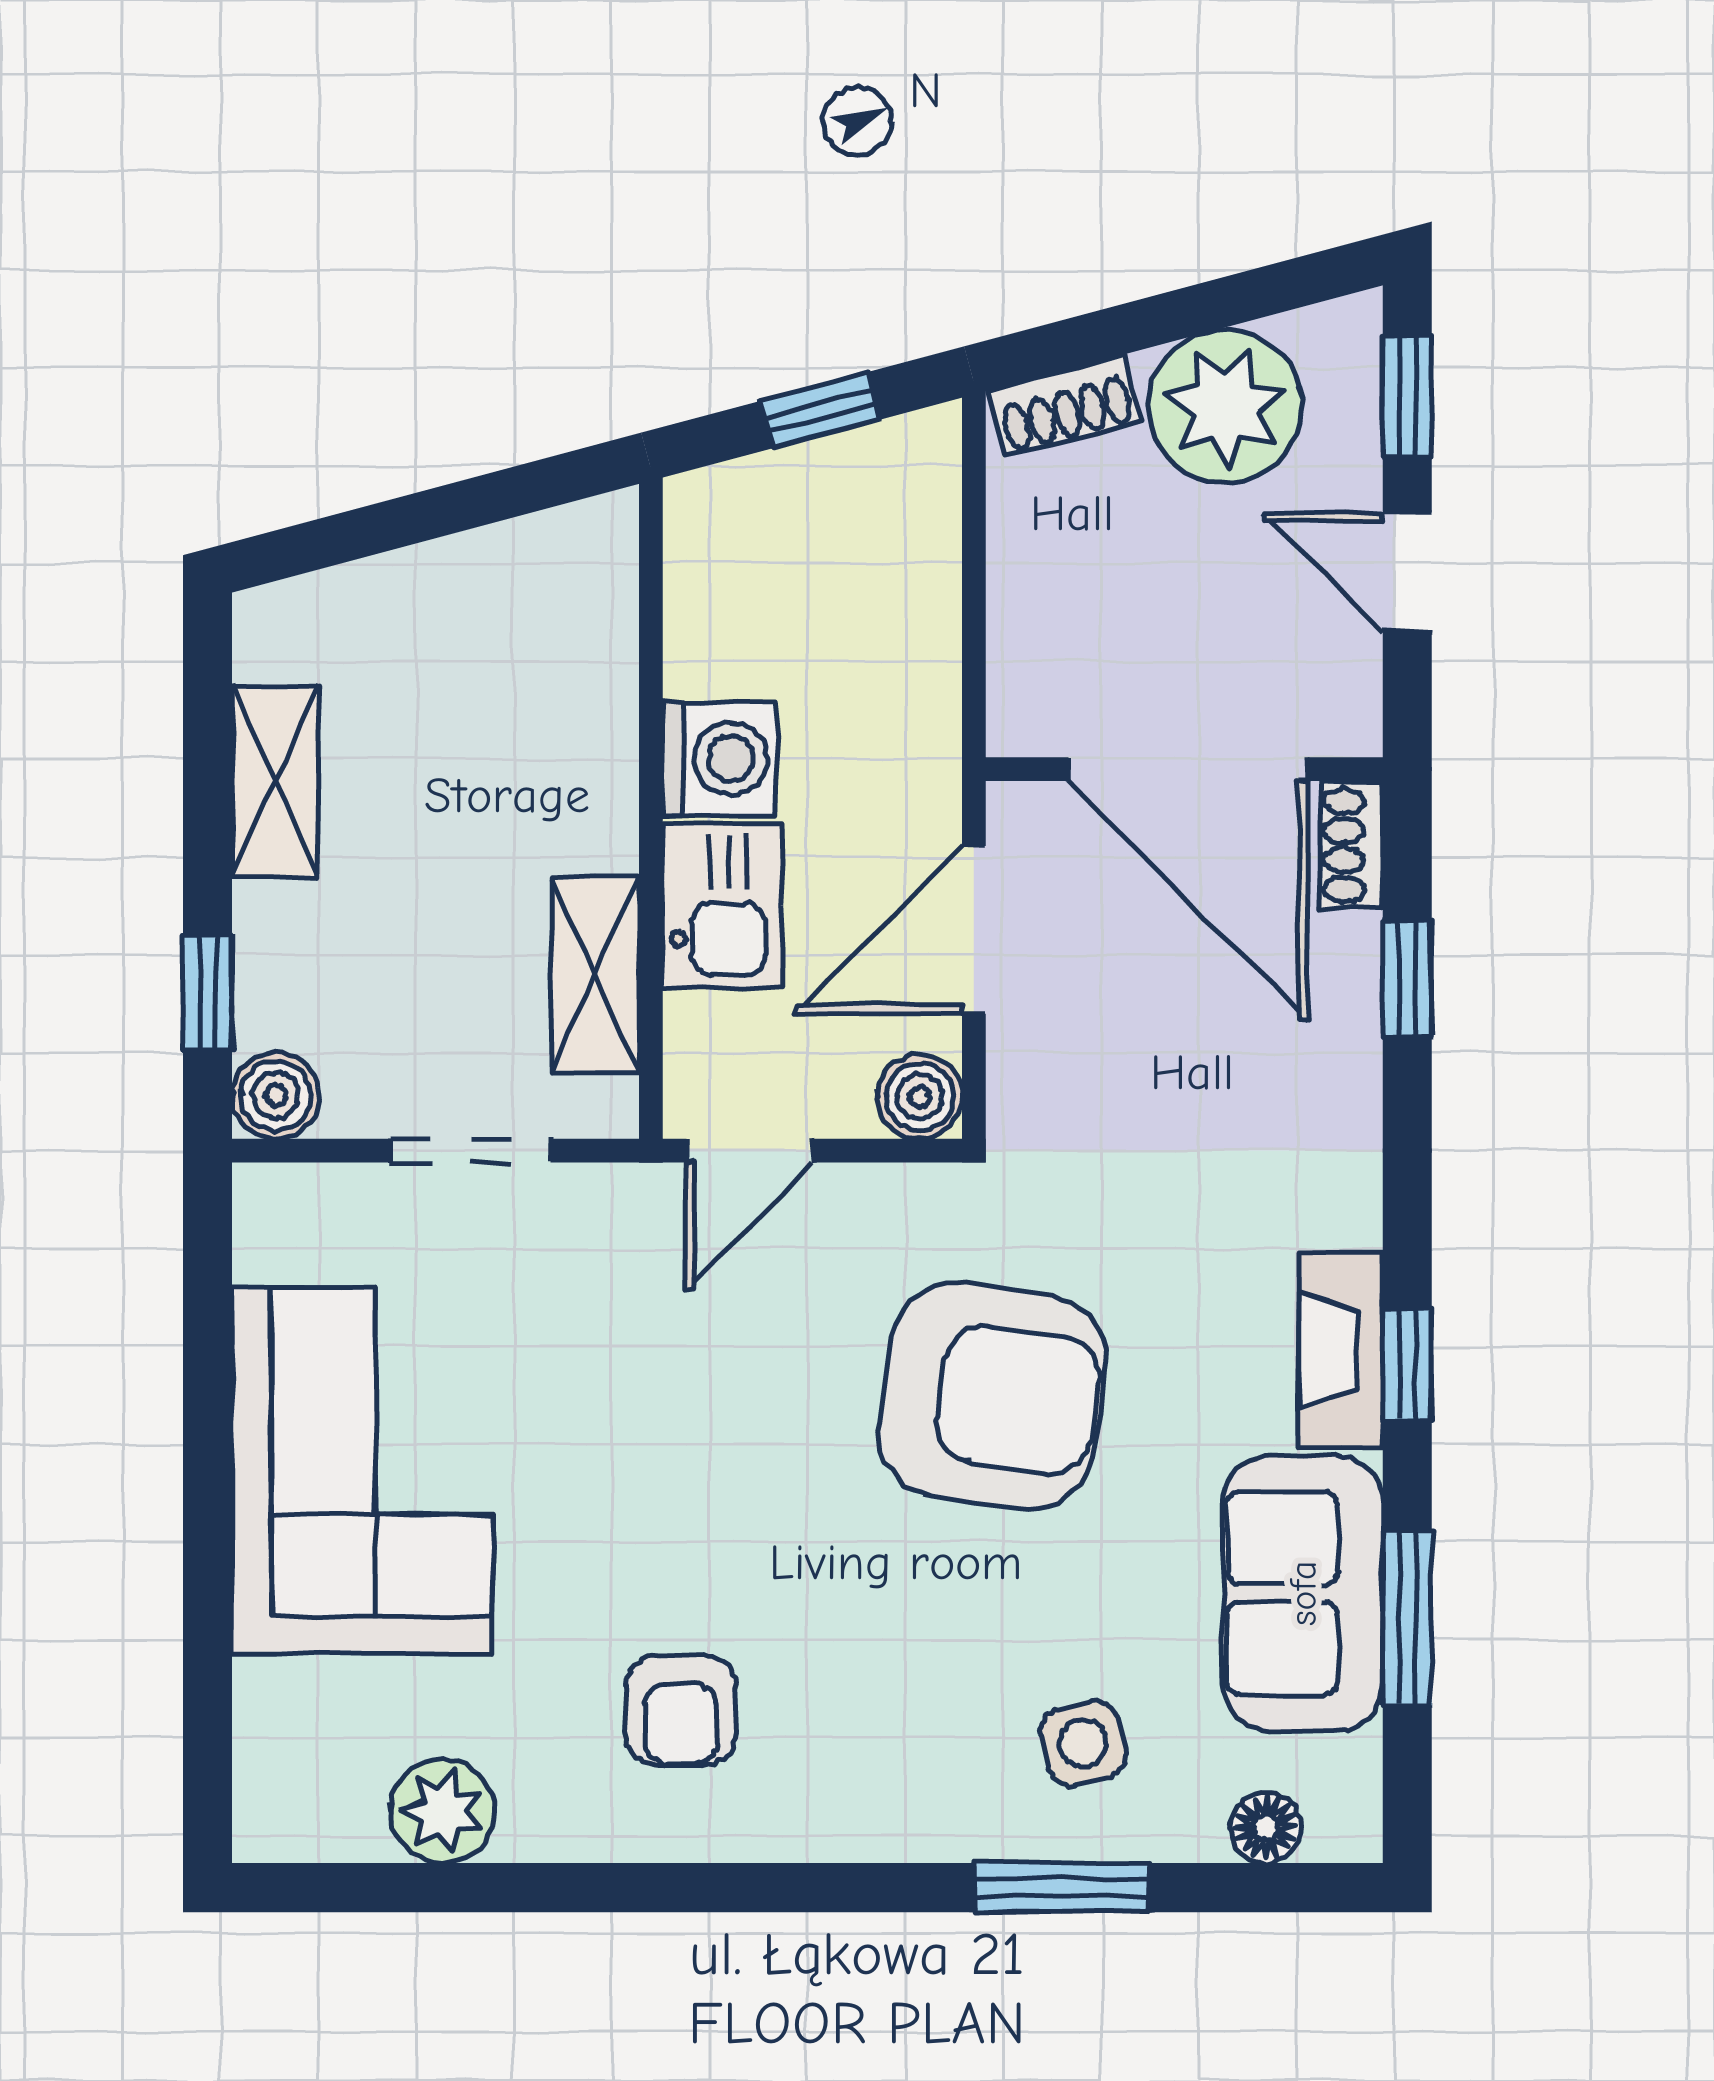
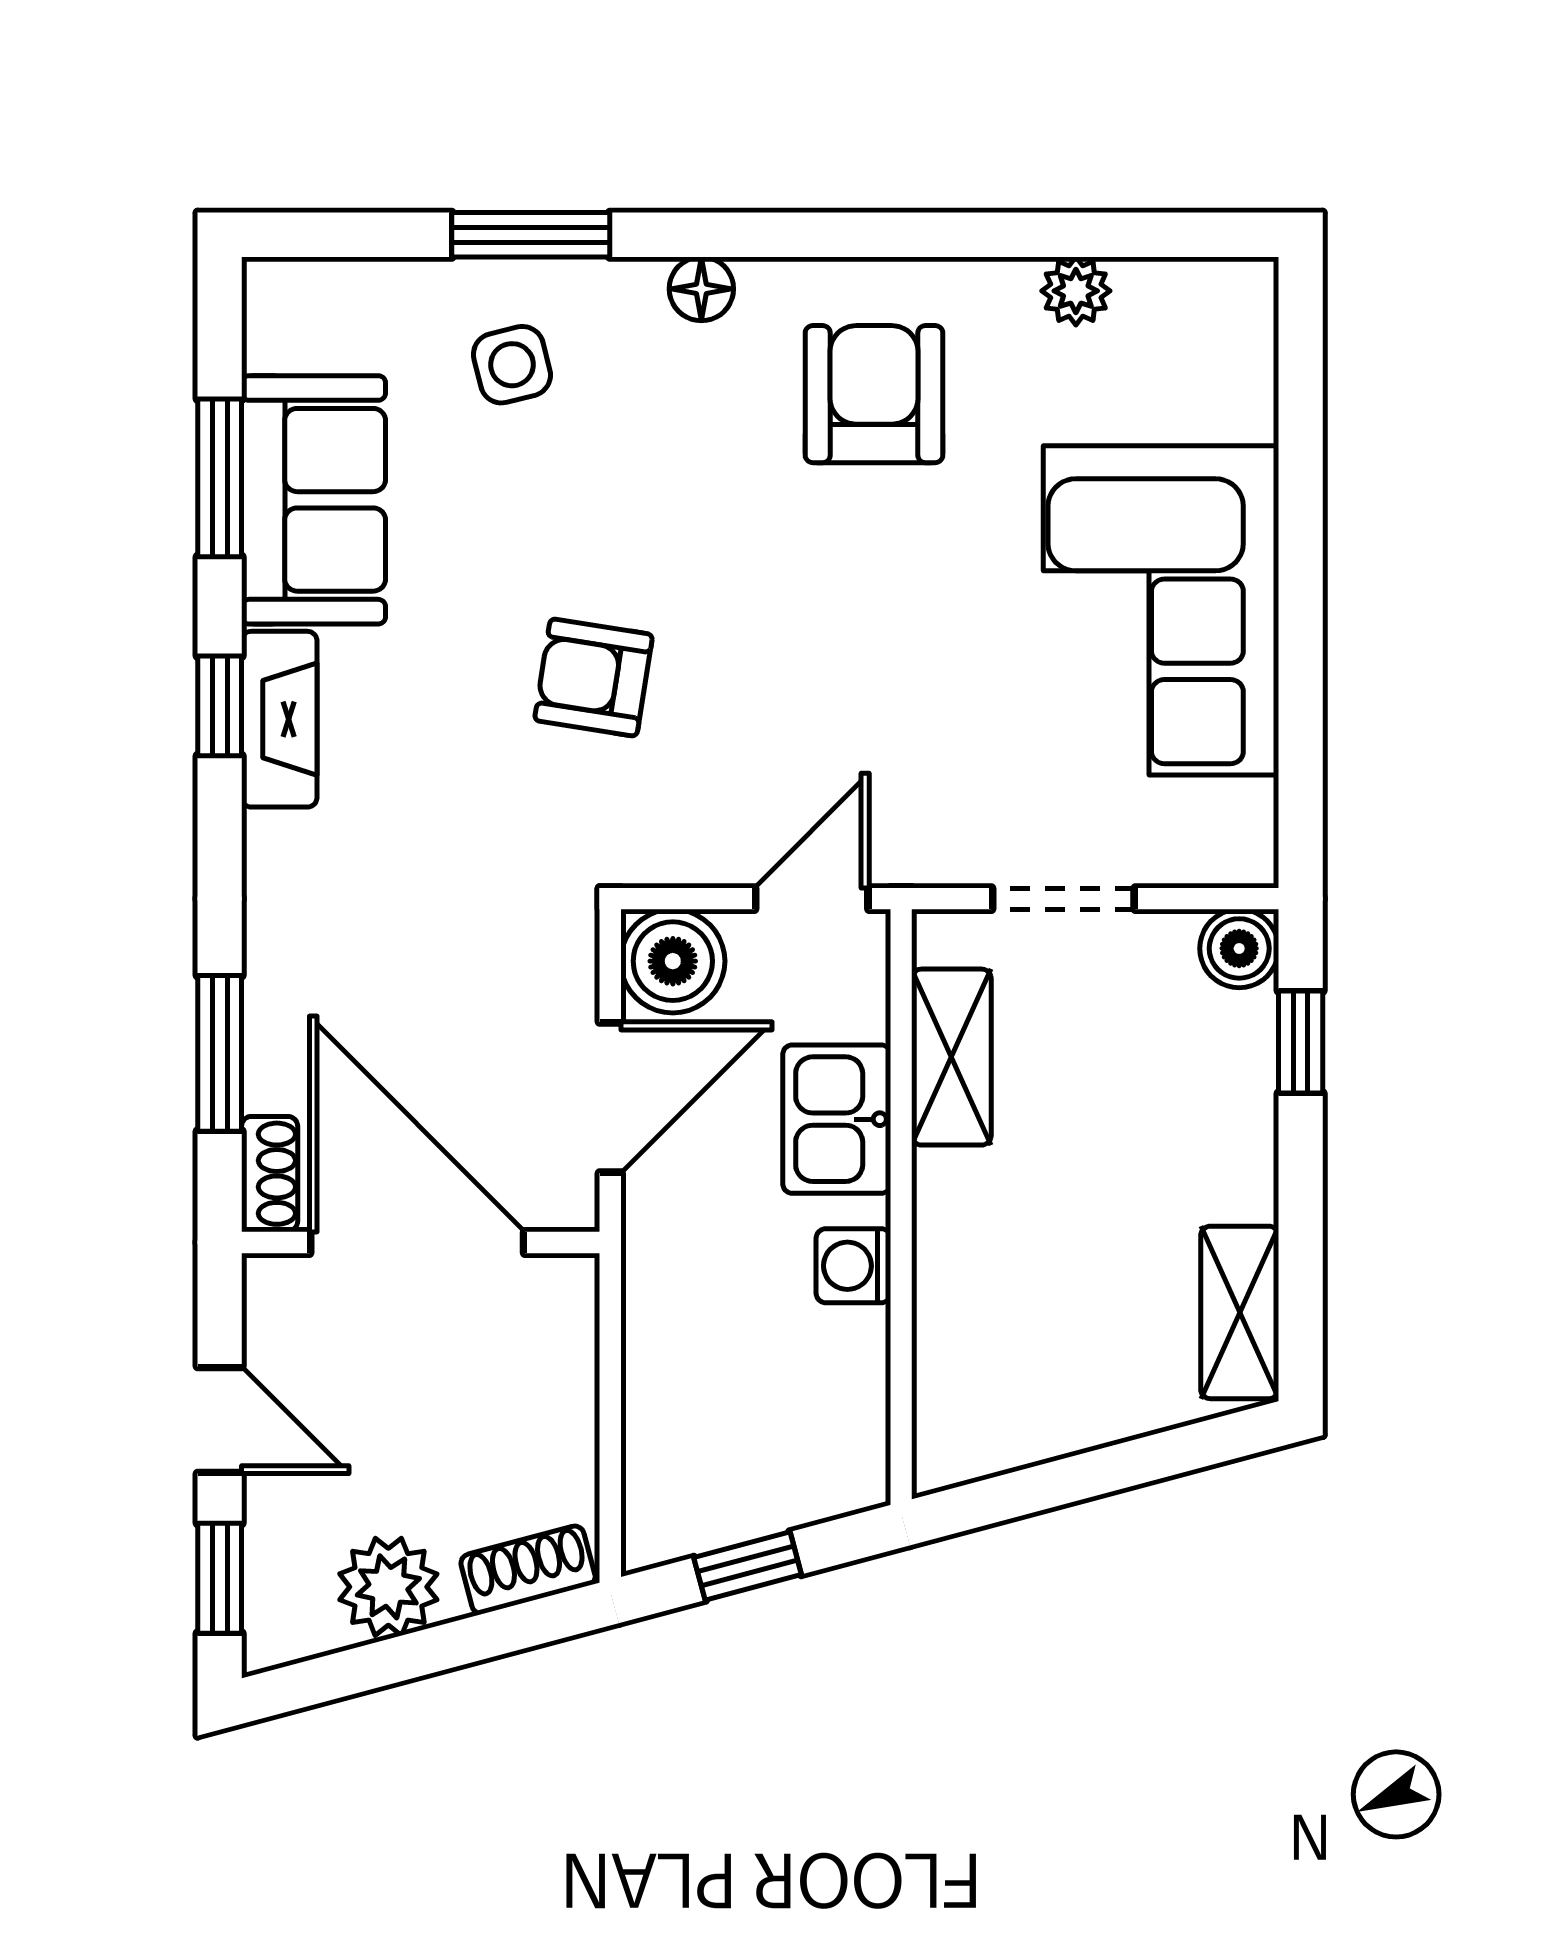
plant: (1225, 406) -> (388, 1587), width x0.73, depth x0.73
washing machine: (719, 759) -> (853, 1266), width x0.73, depth x0.73
shelving: (275, 781) -> (1240, 1312), moved
window: (1407, 979) -> (220, 1053), width x1.50
boiler: (920, 1097) -> (673, 961), width x1.36, depth x1.36
armchair: (992, 1396) -> (594, 677), width x0.53, depth x0.53
armchair: (681, 1711) -> (874, 394), width x1.38, depth x1.38
plant: (443, 1811) -> (1076, 291), width x0.73, depth x0.73
floor lamp: (1266, 1828) -> (701, 289), moved

